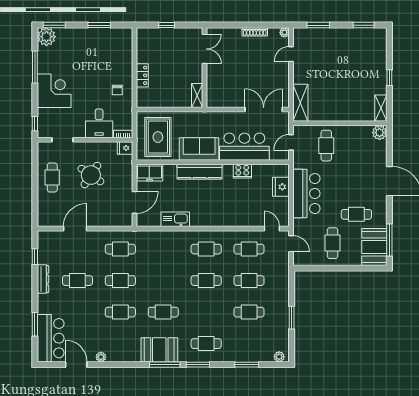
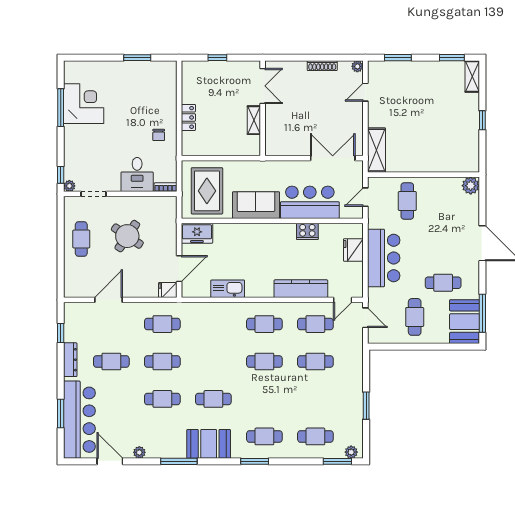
window: (54, 25) -> (84, 58), removed
plant: (46, 37) -> (69, 186), moved, width x0.53, depth x0.53
corner desk: (54, 91) -> (84, 104), moved
shelving: (197, 96) -> (254, 120), moved
shelving: (381, 108) -> (472, 77), moved
fridge: (125, 148) -> (168, 290), moved
kitchen counter: (200, 172) -> (301, 289), moved, turned 180
door: (272, 229) -> (343, 300), swing flipped
cafe table: (249, 312) -> (315, 436), moved
bar counter: (51, 338) -> (79, 420), width x1.36
window: (165, 365) -> (179, 461), moved
window: (247, 365) -> (337, 461), moved

